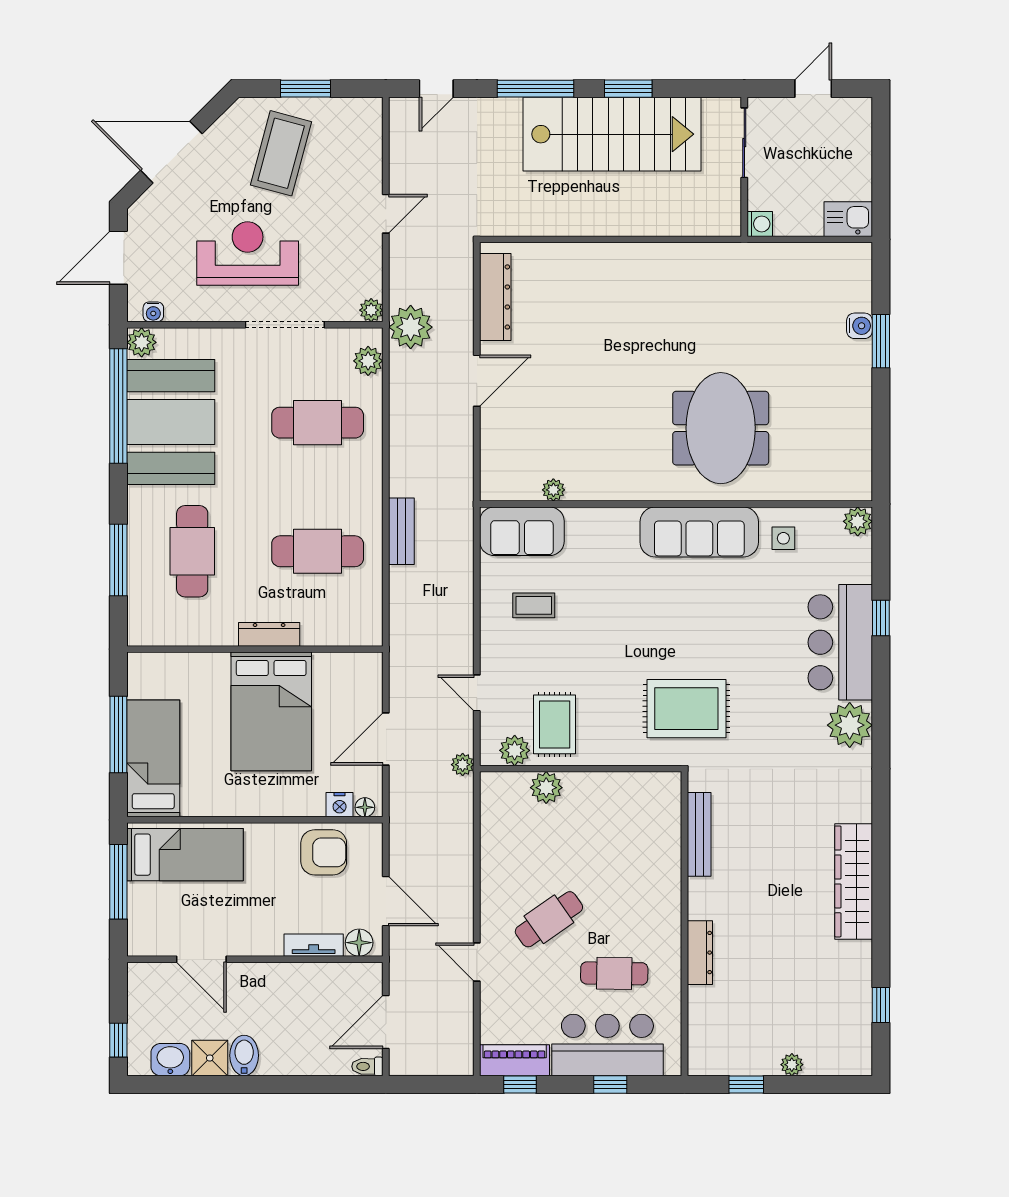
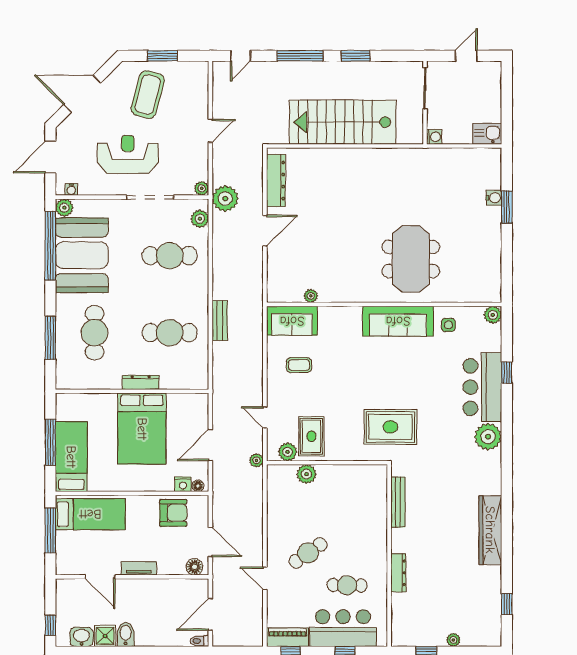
stairs: (612, 134) -> (343, 122), moved, turned 180
tv unit: (314, 945) -> (139, 568), moved

